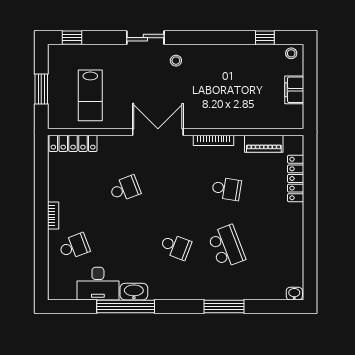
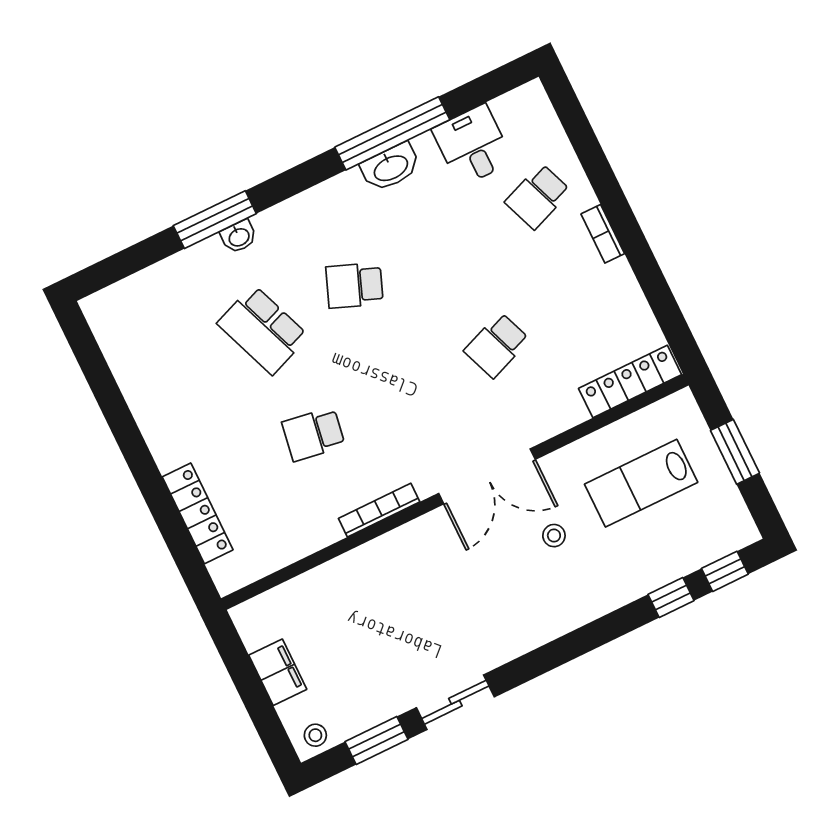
window: (102, 38) -> (671, 597), added
sliding door: (145, 38) -> (455, 702), moved
window: (265, 38) -> (377, 740), width x1.50
stool: (176, 61) -> (554, 536), moved
lab bench: (90, 95) -> (641, 483), turned -90
piano: (264, 144) -> (285, 548), removed
desk: (98, 284) -> (473, 145), width x0.73
washbasin: (294, 294) -> (239, 237), moved

